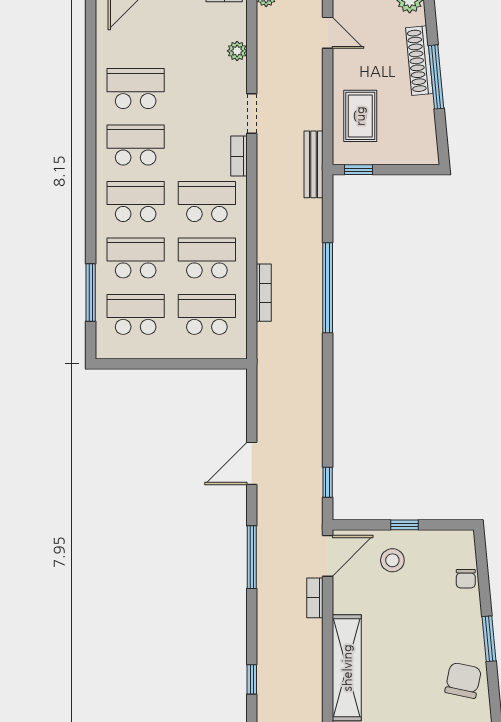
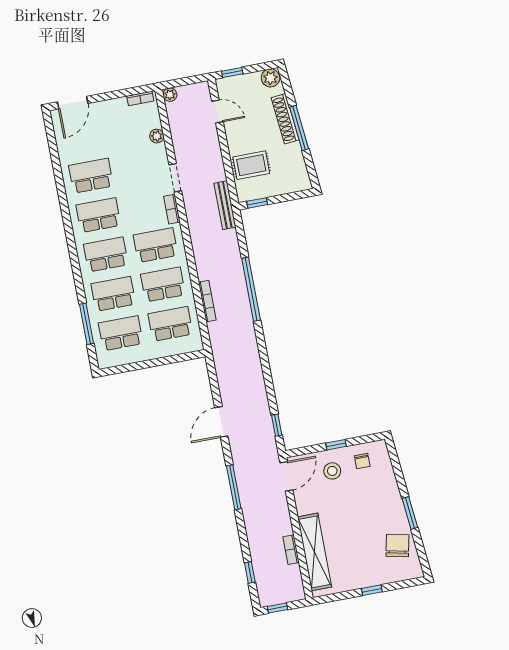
rug: (360, 116) -> (251, 165), turned 90
chair: (466, 579) -> (362, 461), moved
bookcase: (315, 598) -> (291, 550), moved

